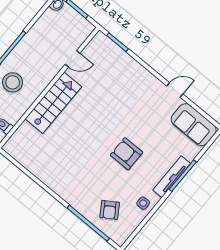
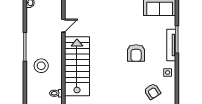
stairs: (53, 103) -> (77, 66), width x1.36, depth x1.51
armchair: (127, 154) -> (136, 53), turned -90

